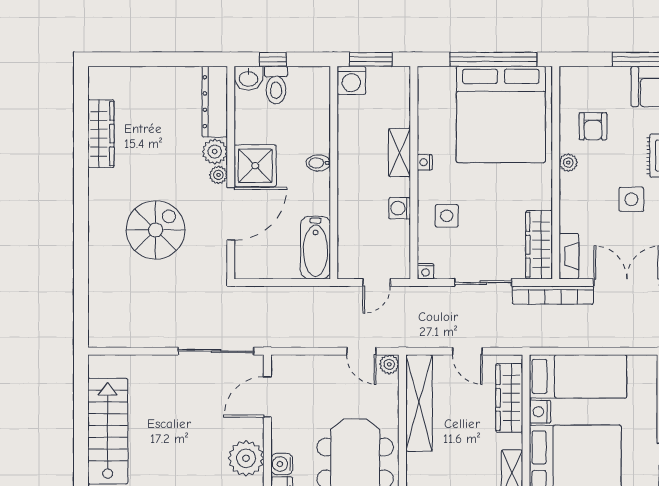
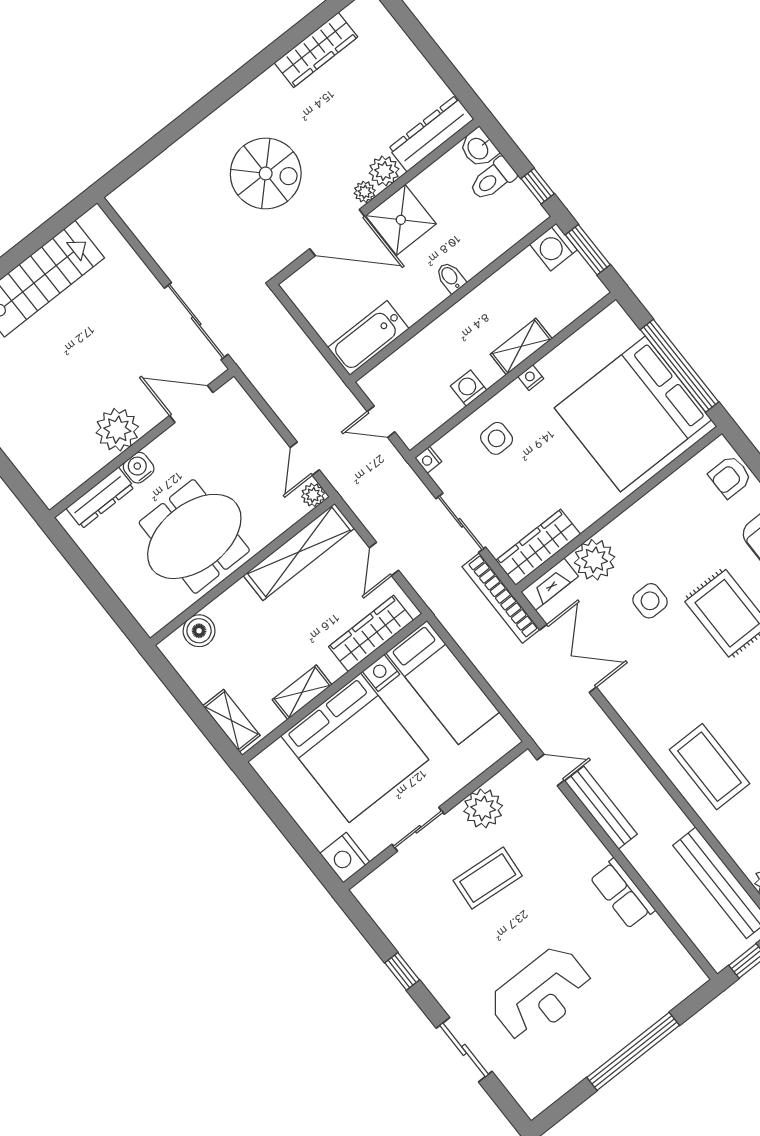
window: (273, 59) -> (538, 186), moved
armchair: (593, 126) -> (730, 477), moved
plant: (568, 163) -> (595, 560), moved, width x1.88, depth x1.88

